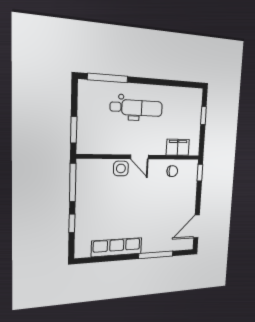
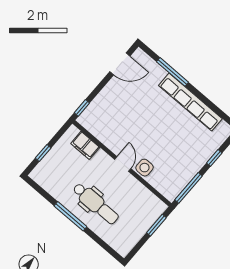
window: (108, 78) -> (70, 216), moved
dental chair: (137, 108) -> (96, 204), turned 180
chair: (172, 171) -> (105, 130), removed
row of seats: (117, 247) -> (190, 102), width x1.36

